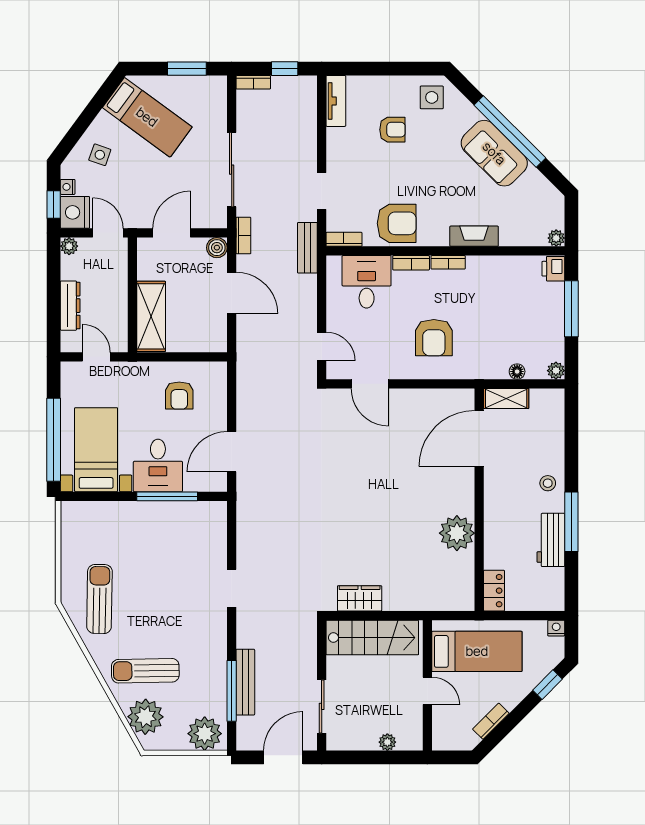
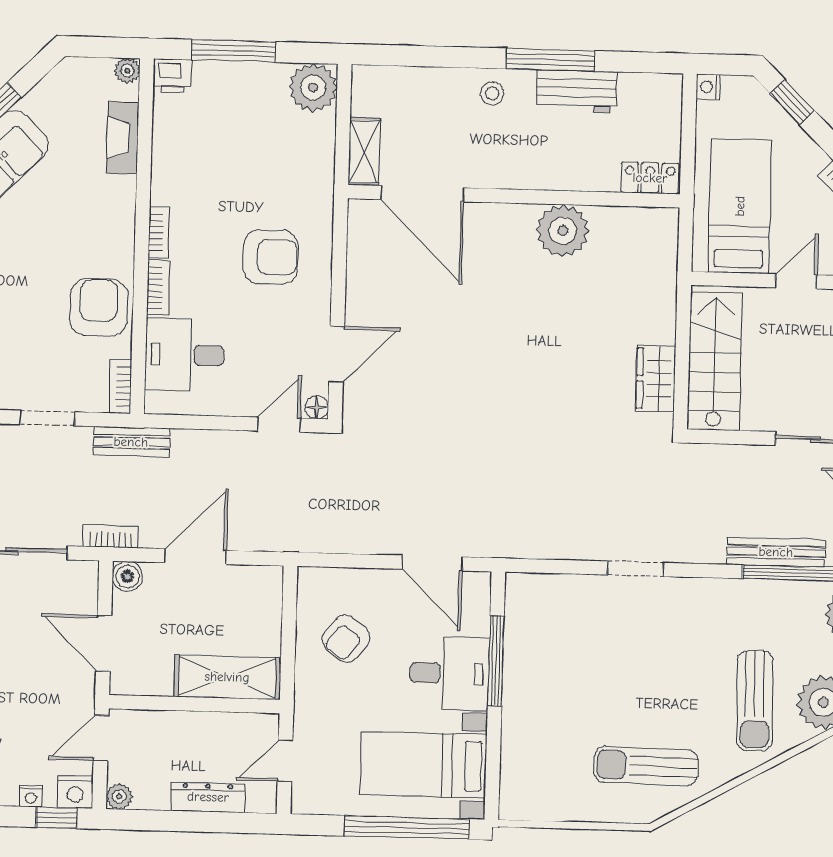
nightstand: (75, 212) -> (75, 792), width x0.74, depth x0.75
fireplace: (474, 236) -> (123, 138), moved
plant: (556, 371) -> (313, 87), width x1.88, depth x1.88
floor lamp: (517, 372) -> (317, 407), moved
armchair: (179, 395) -> (346, 639), turned 128

